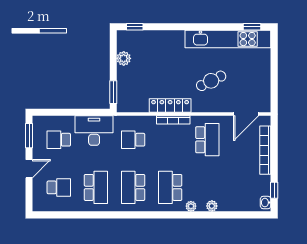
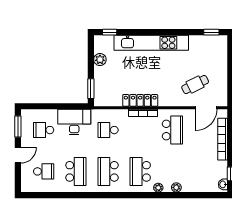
kitchen unit: (228, 39) -> (151, 43), moved
cafe table: (211, 81) -> (195, 85), moved

